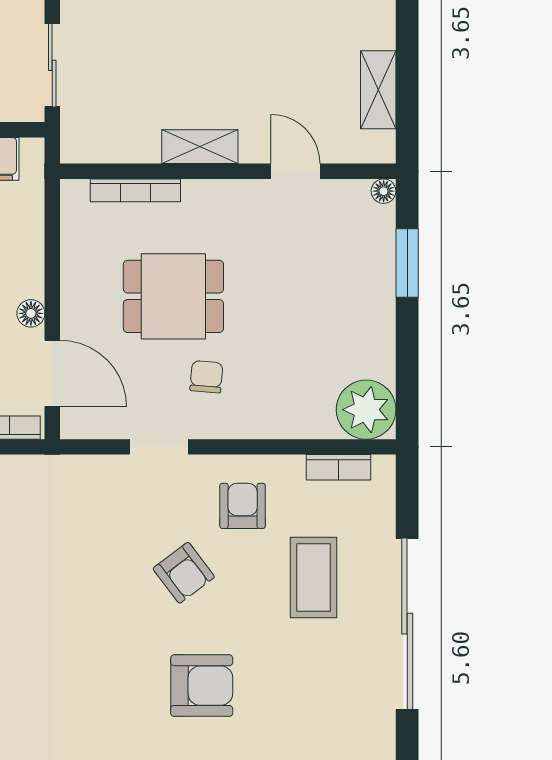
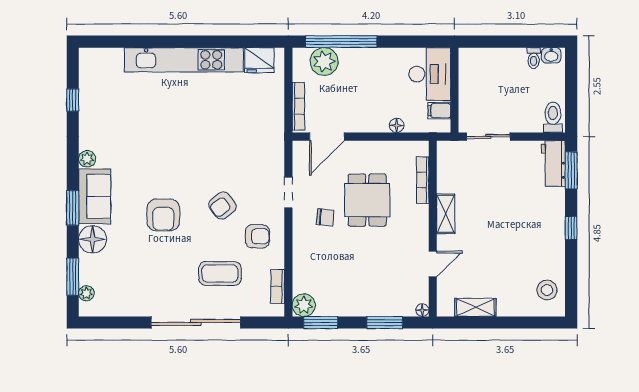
floor lamp: (31, 313) -> (397, 125), moved
window: (407, 385) -> (321, 323), added
plant: (366, 410) -> (304, 305), width x0.73, depth x0.73

